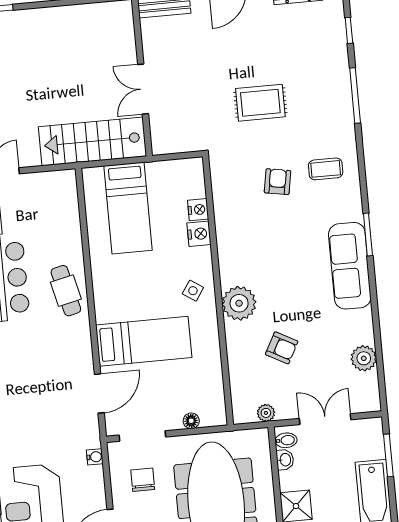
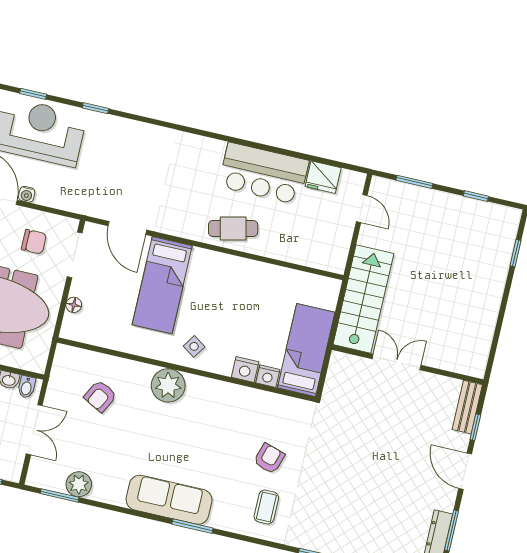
rug: (260, 103) -> (348, 467), removed
armchair: (278, 182) -> (269, 458), turned -83
bed: (128, 208) -> (306, 350), moved, turned 90
armchair: (282, 348) -> (100, 396), moved
window: (381, 373) -> (60, 495), added
plant: (266, 413) -> (58, 377), removed
water cooler: (95, 457) -> (27, 194), moved

